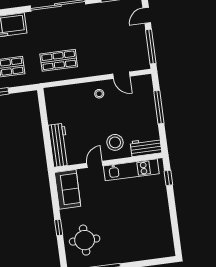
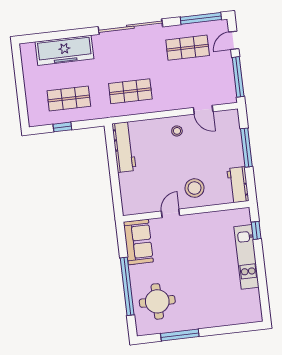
shop shelf: (107, 22) -> (188, 48), added
workbench: (59, 145) -> (124, 147), moved
workbench: (146, 147) -> (238, 185), moved, turned -90
kitchen unit: (131, 170) -> (247, 257), moved, turned 90
window: (59, 228) -> (127, 286), width x3.17

